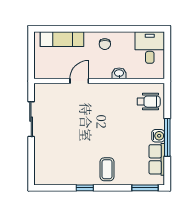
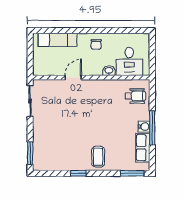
desk: (150, 47) -> (129, 61), moved, turned 180
sliding door: (31, 119) -> (30, 101), moved
window: (31, 165) -> (30, 153), added

